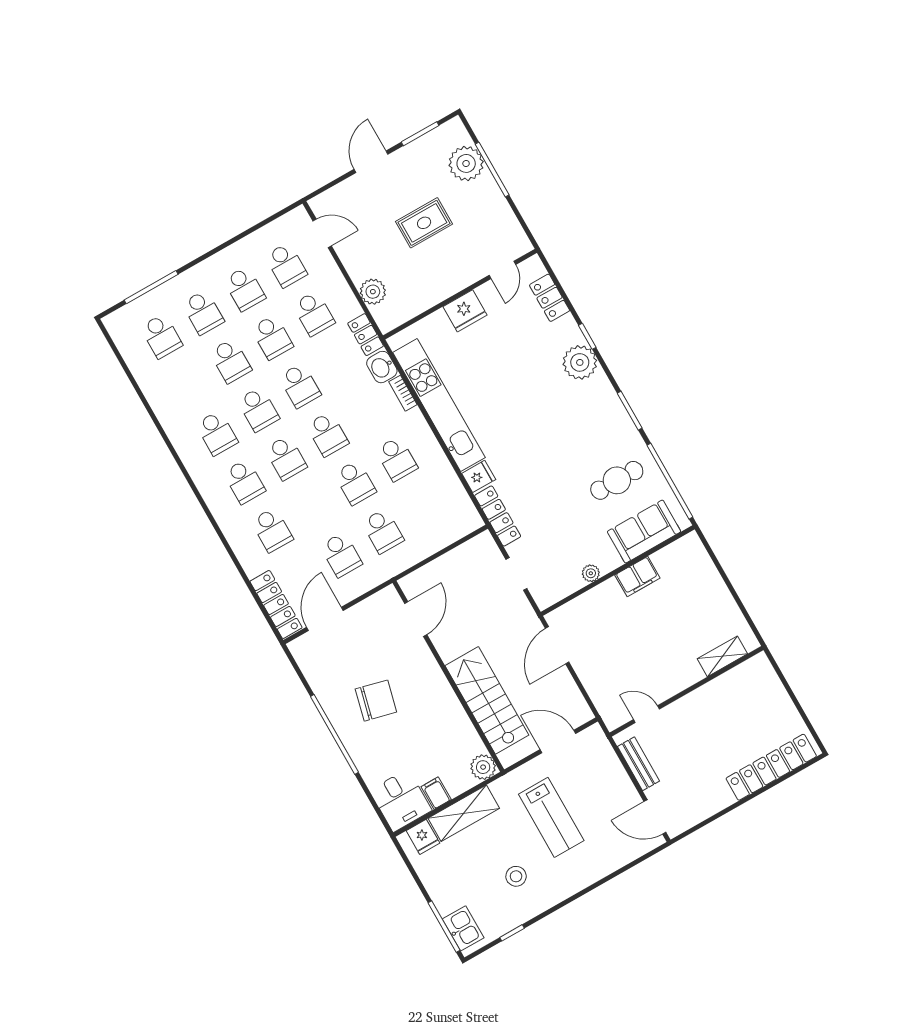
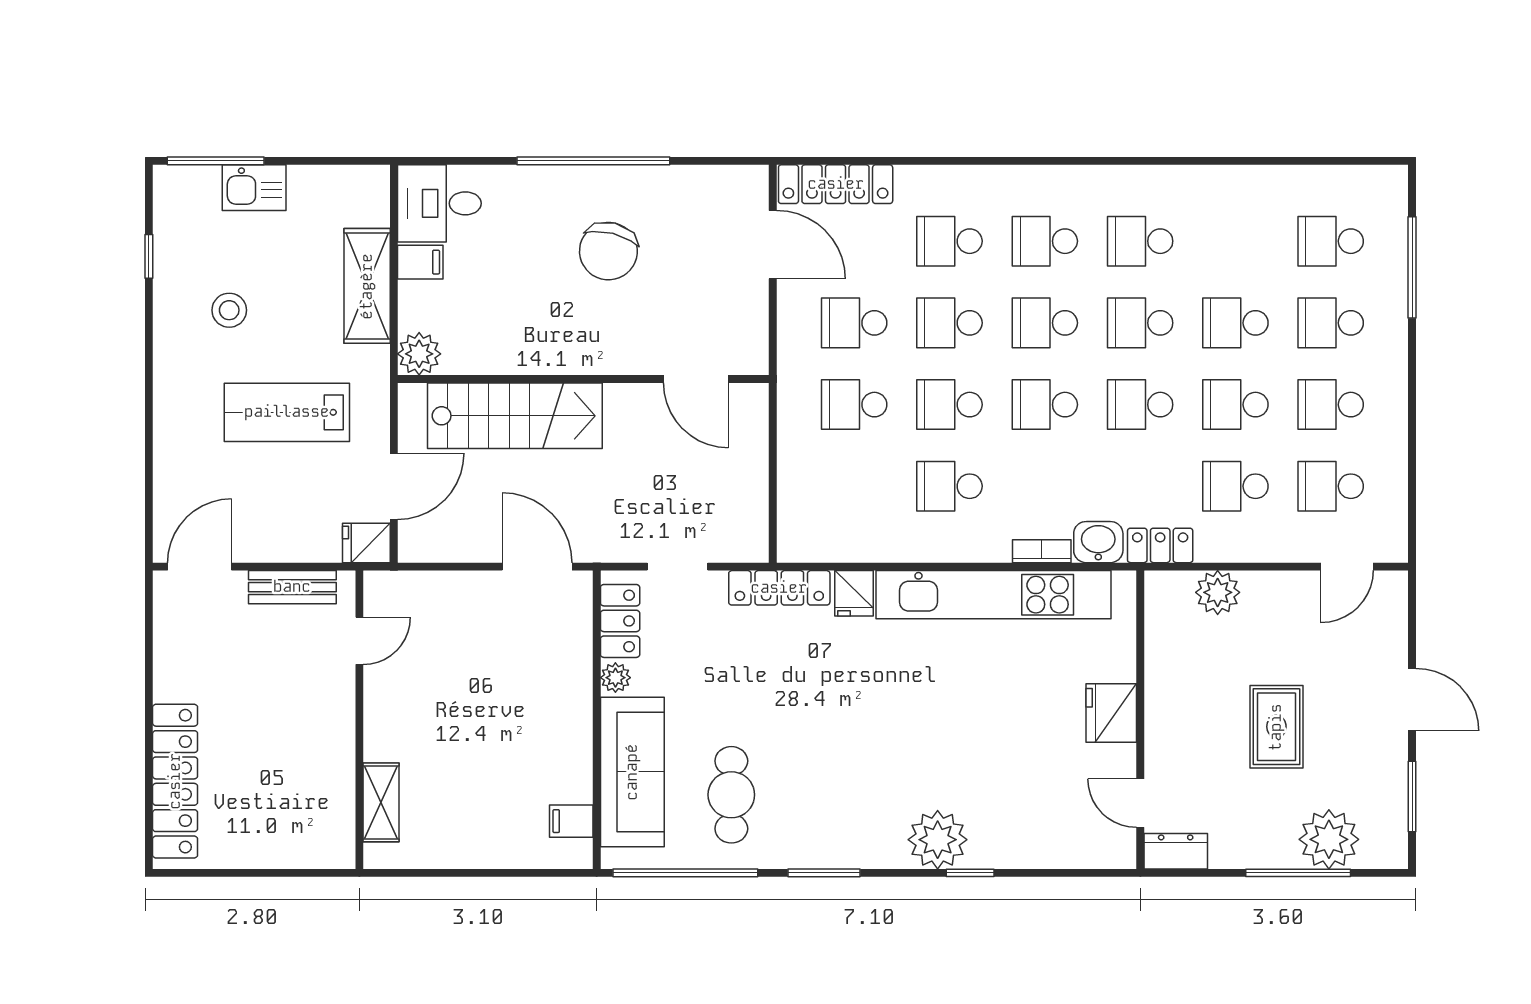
dresser: (517, 238) -> (1176, 851), added
locker: (550, 298) -> (620, 621), moved, turned 90
school desk: (314, 506) -> (949, 323), added
sofa: (644, 532) -> (632, 772), width x1.36
filing cabinet: (637, 576) -> (571, 821), moved, width x0.50
fridge: (423, 837) -> (366, 543), moved
kitchen sink: (463, 928) -> (254, 188), moved

